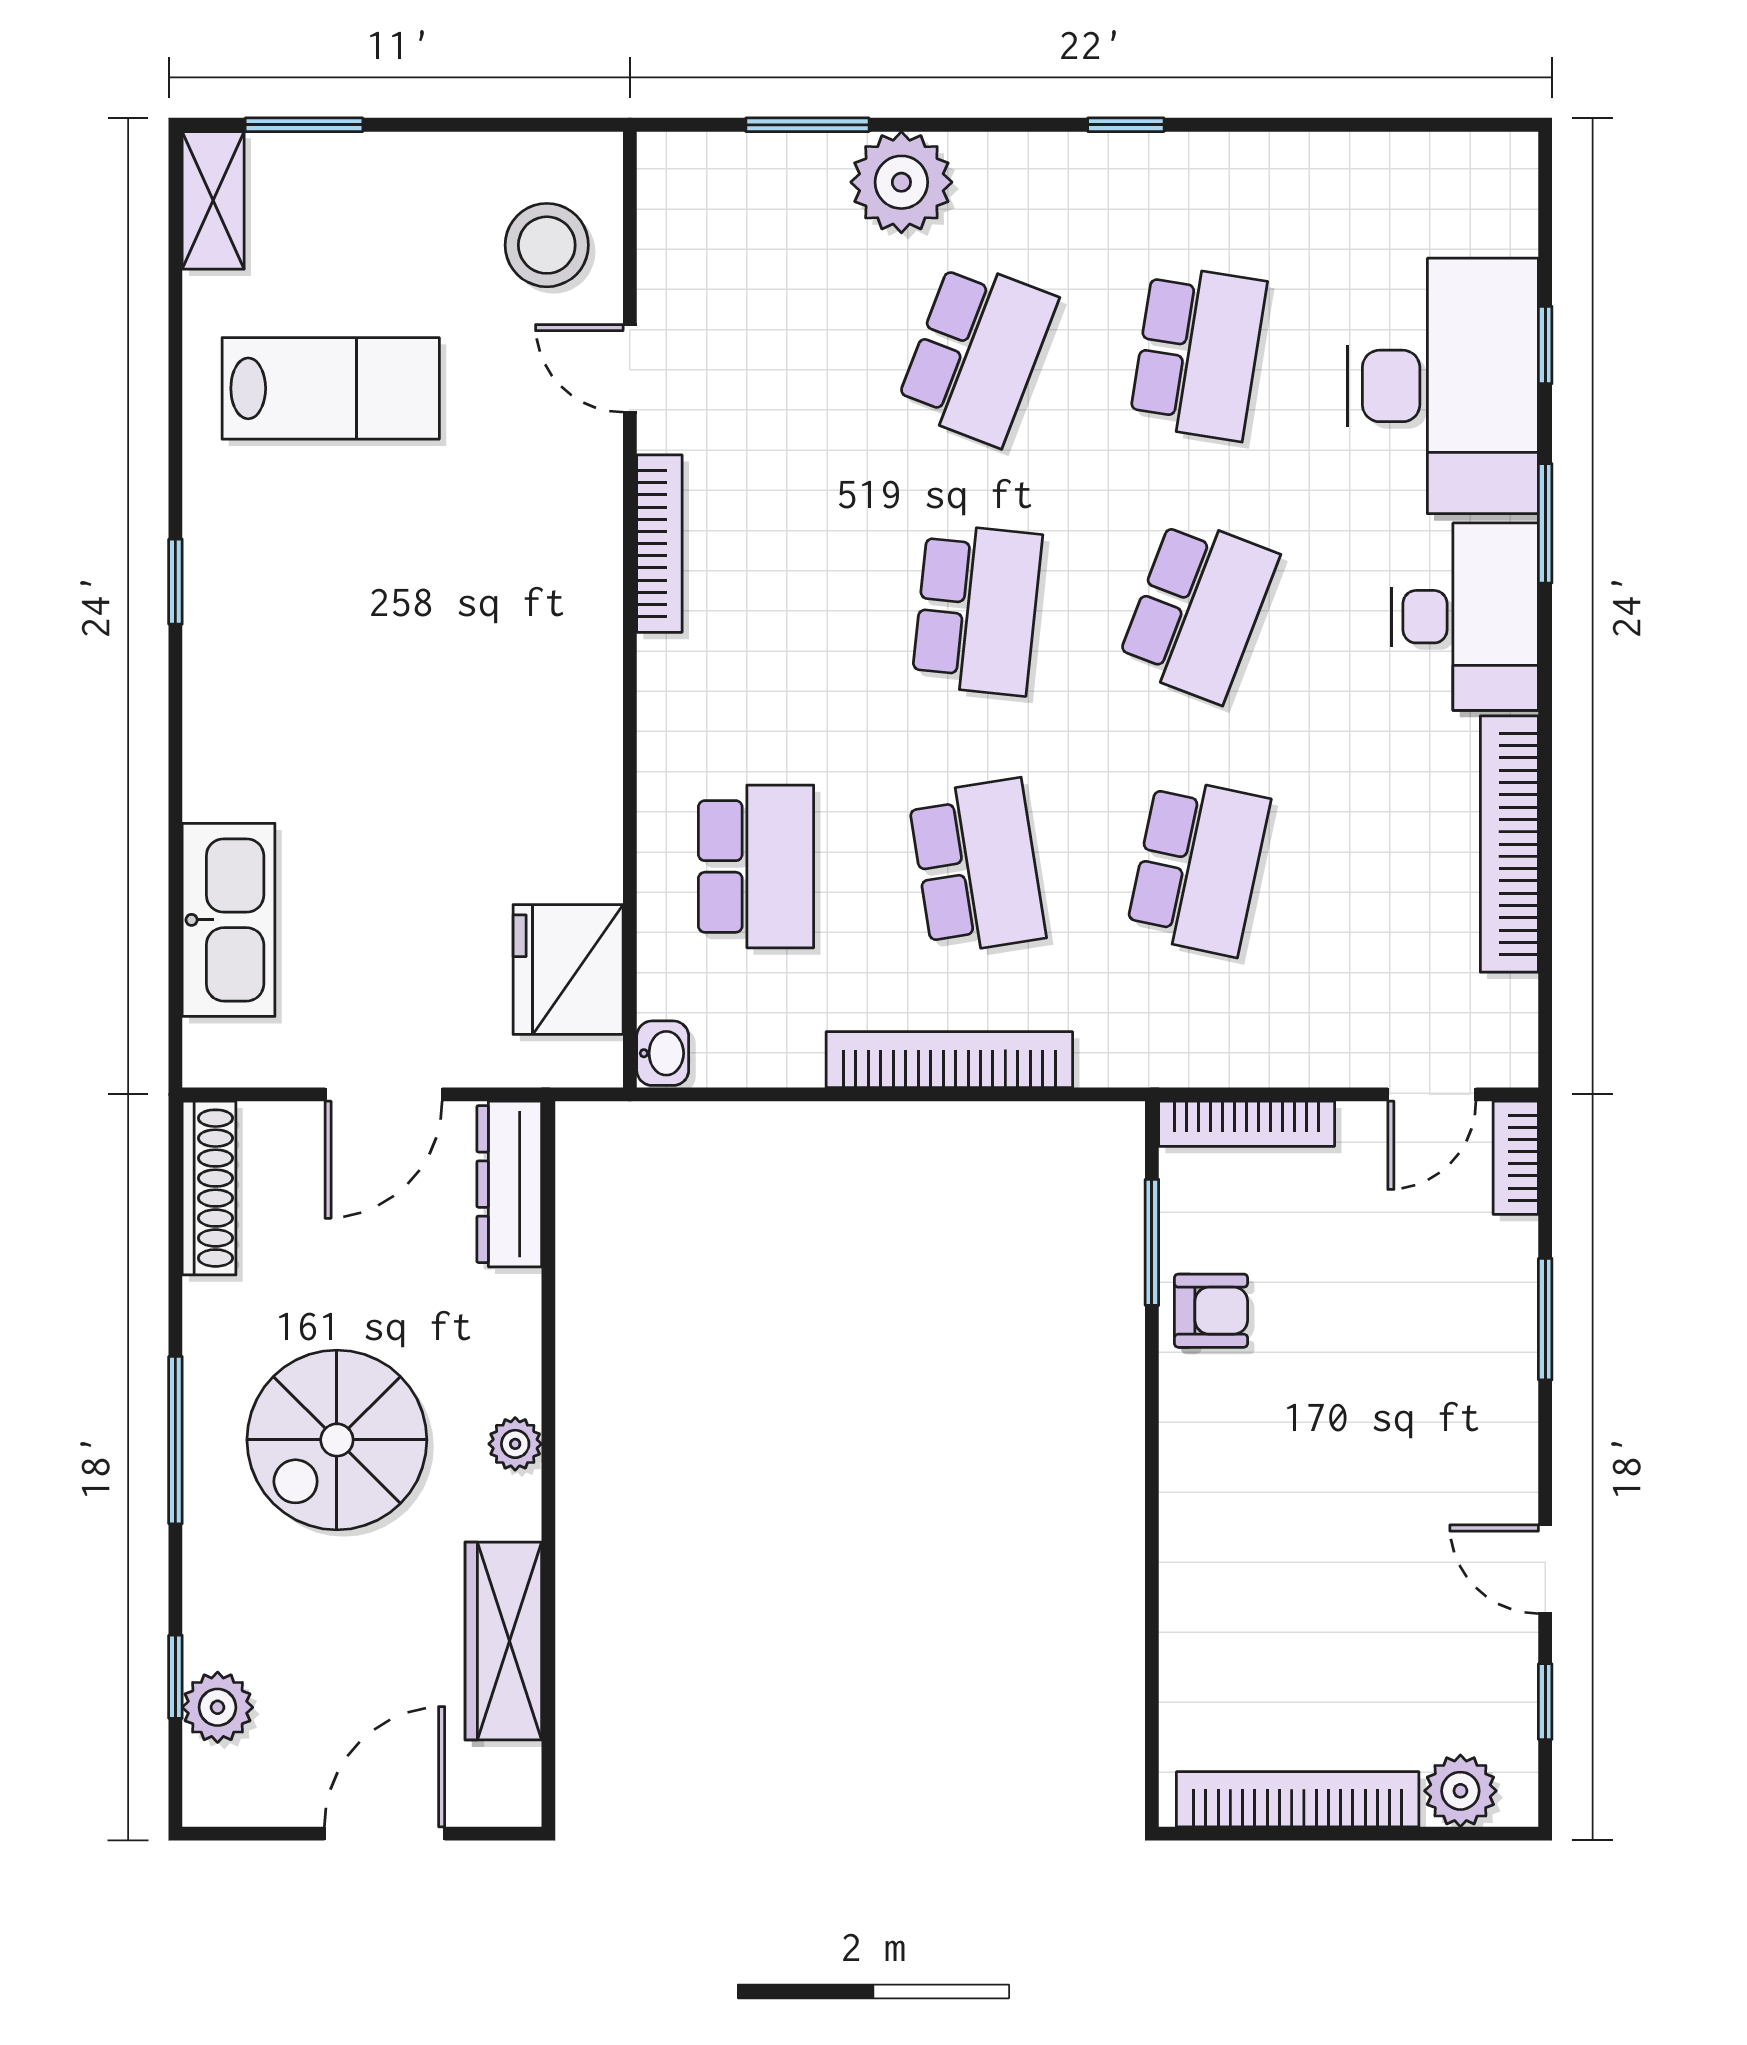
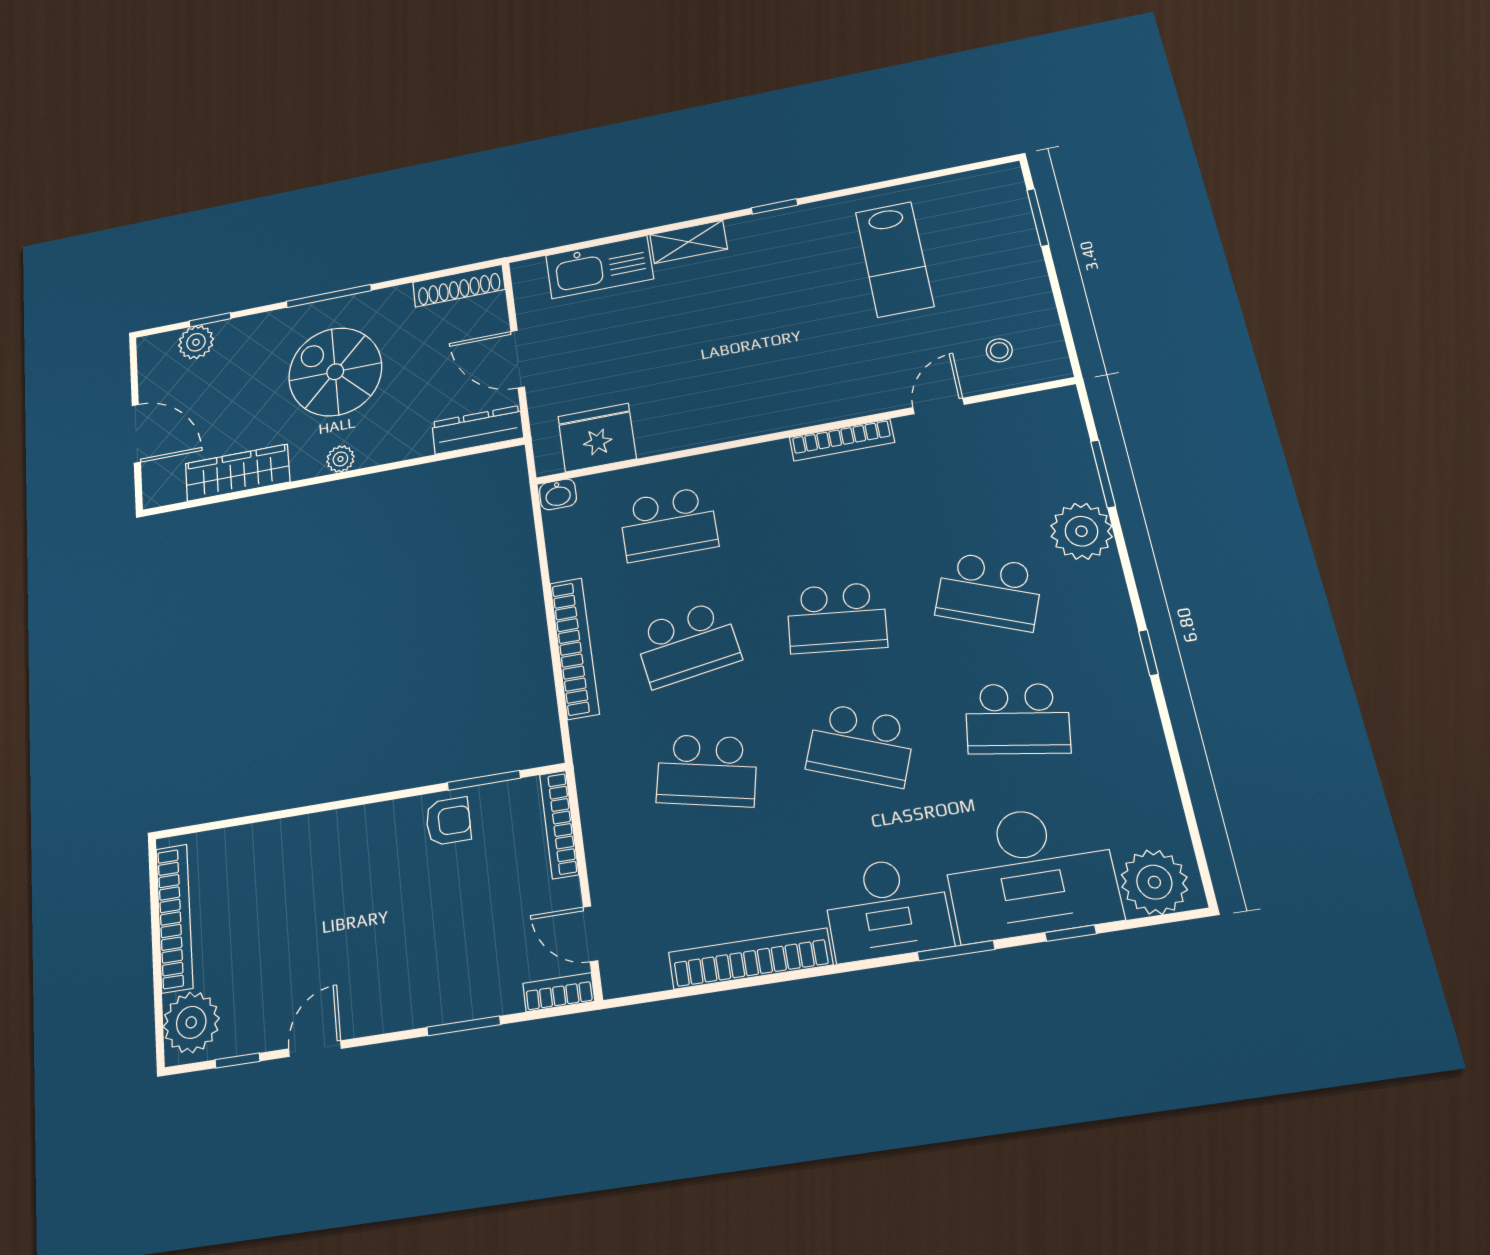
shelving: (213, 200) -> (689, 242), moved
plant: (1488, 202) -> (1154, 882), added
stool: (547, 245) -> (999, 350), width x0.53, depth x0.53
armchair: (1211, 1311) -> (448, 821), turned -90
plant: (1460, 1791) -> (191, 1022), width x1.36, depth x1.36

